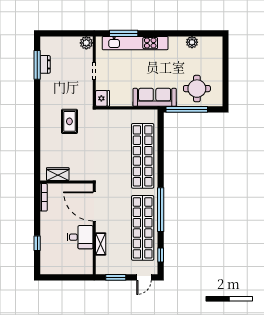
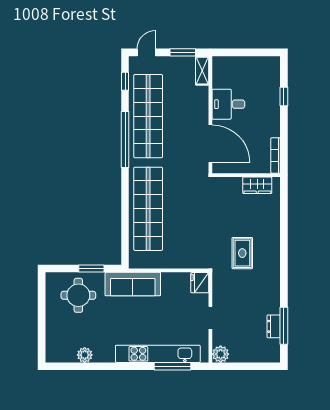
window: (187, 109) -> (91, 269), width x0.47
shelving: (101, 244) -> (202, 71), moved

